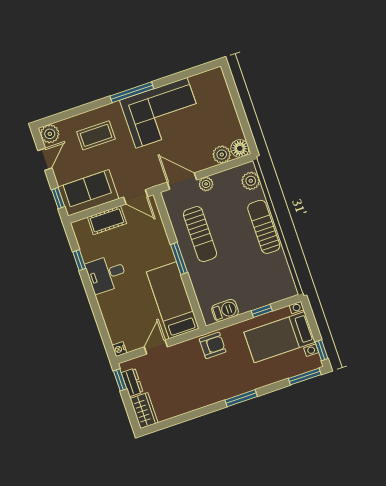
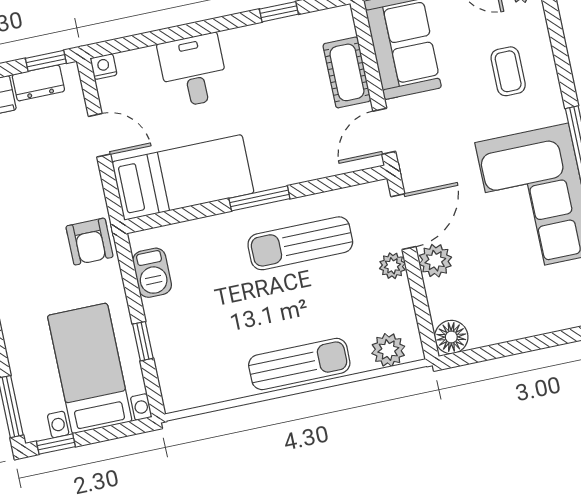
coffee table: (96, 135) -> (508, 71), width x0.73, depth x0.77
plant: (222, 155) -> (435, 261), moved
desk: (106, 274) -> (193, 71), moved

